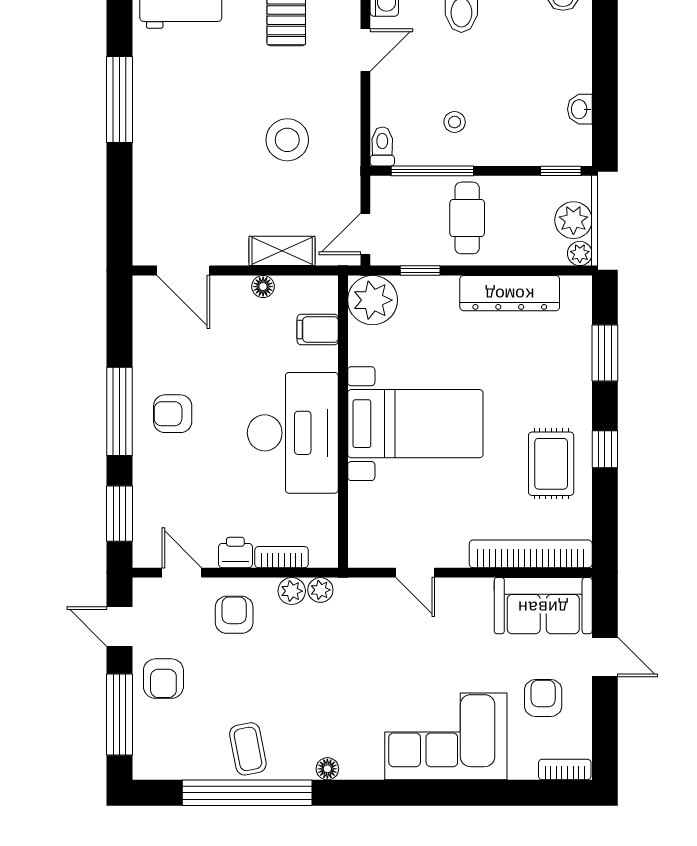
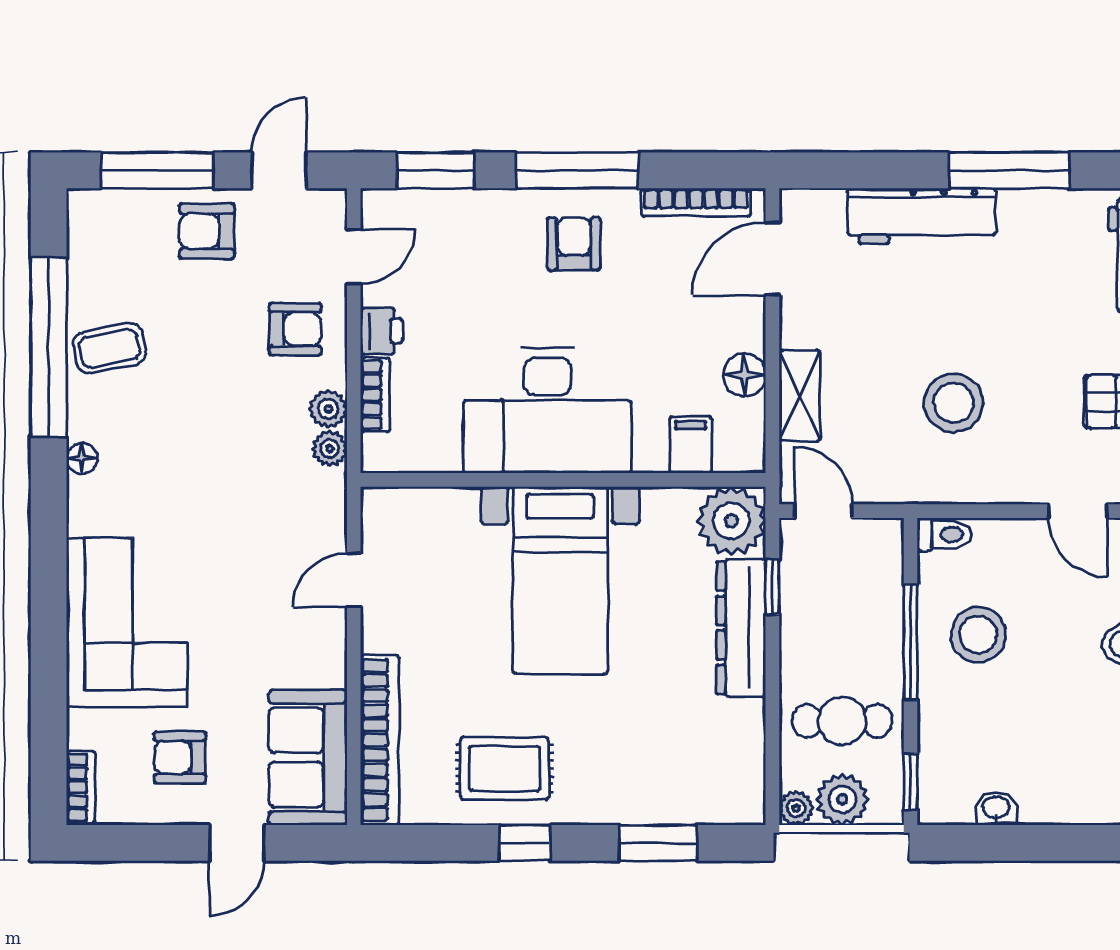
stool: (455, 122) -> (978, 635), width x1.89, depth x1.89
workbench: (153, 163) -> (921, 216), added
window: (432, 171) -> (911, 642), moved
cafe table: (467, 218) -> (842, 721), moved
floor lamp: (263, 287) -> (744, 375), width x1.37, depth x1.37
dresser: (510, 293) -> (741, 628), moved
bookcase: (143, 326) -> (696, 202), added
armchair: (543, 698) -> (180, 757), turned 180

